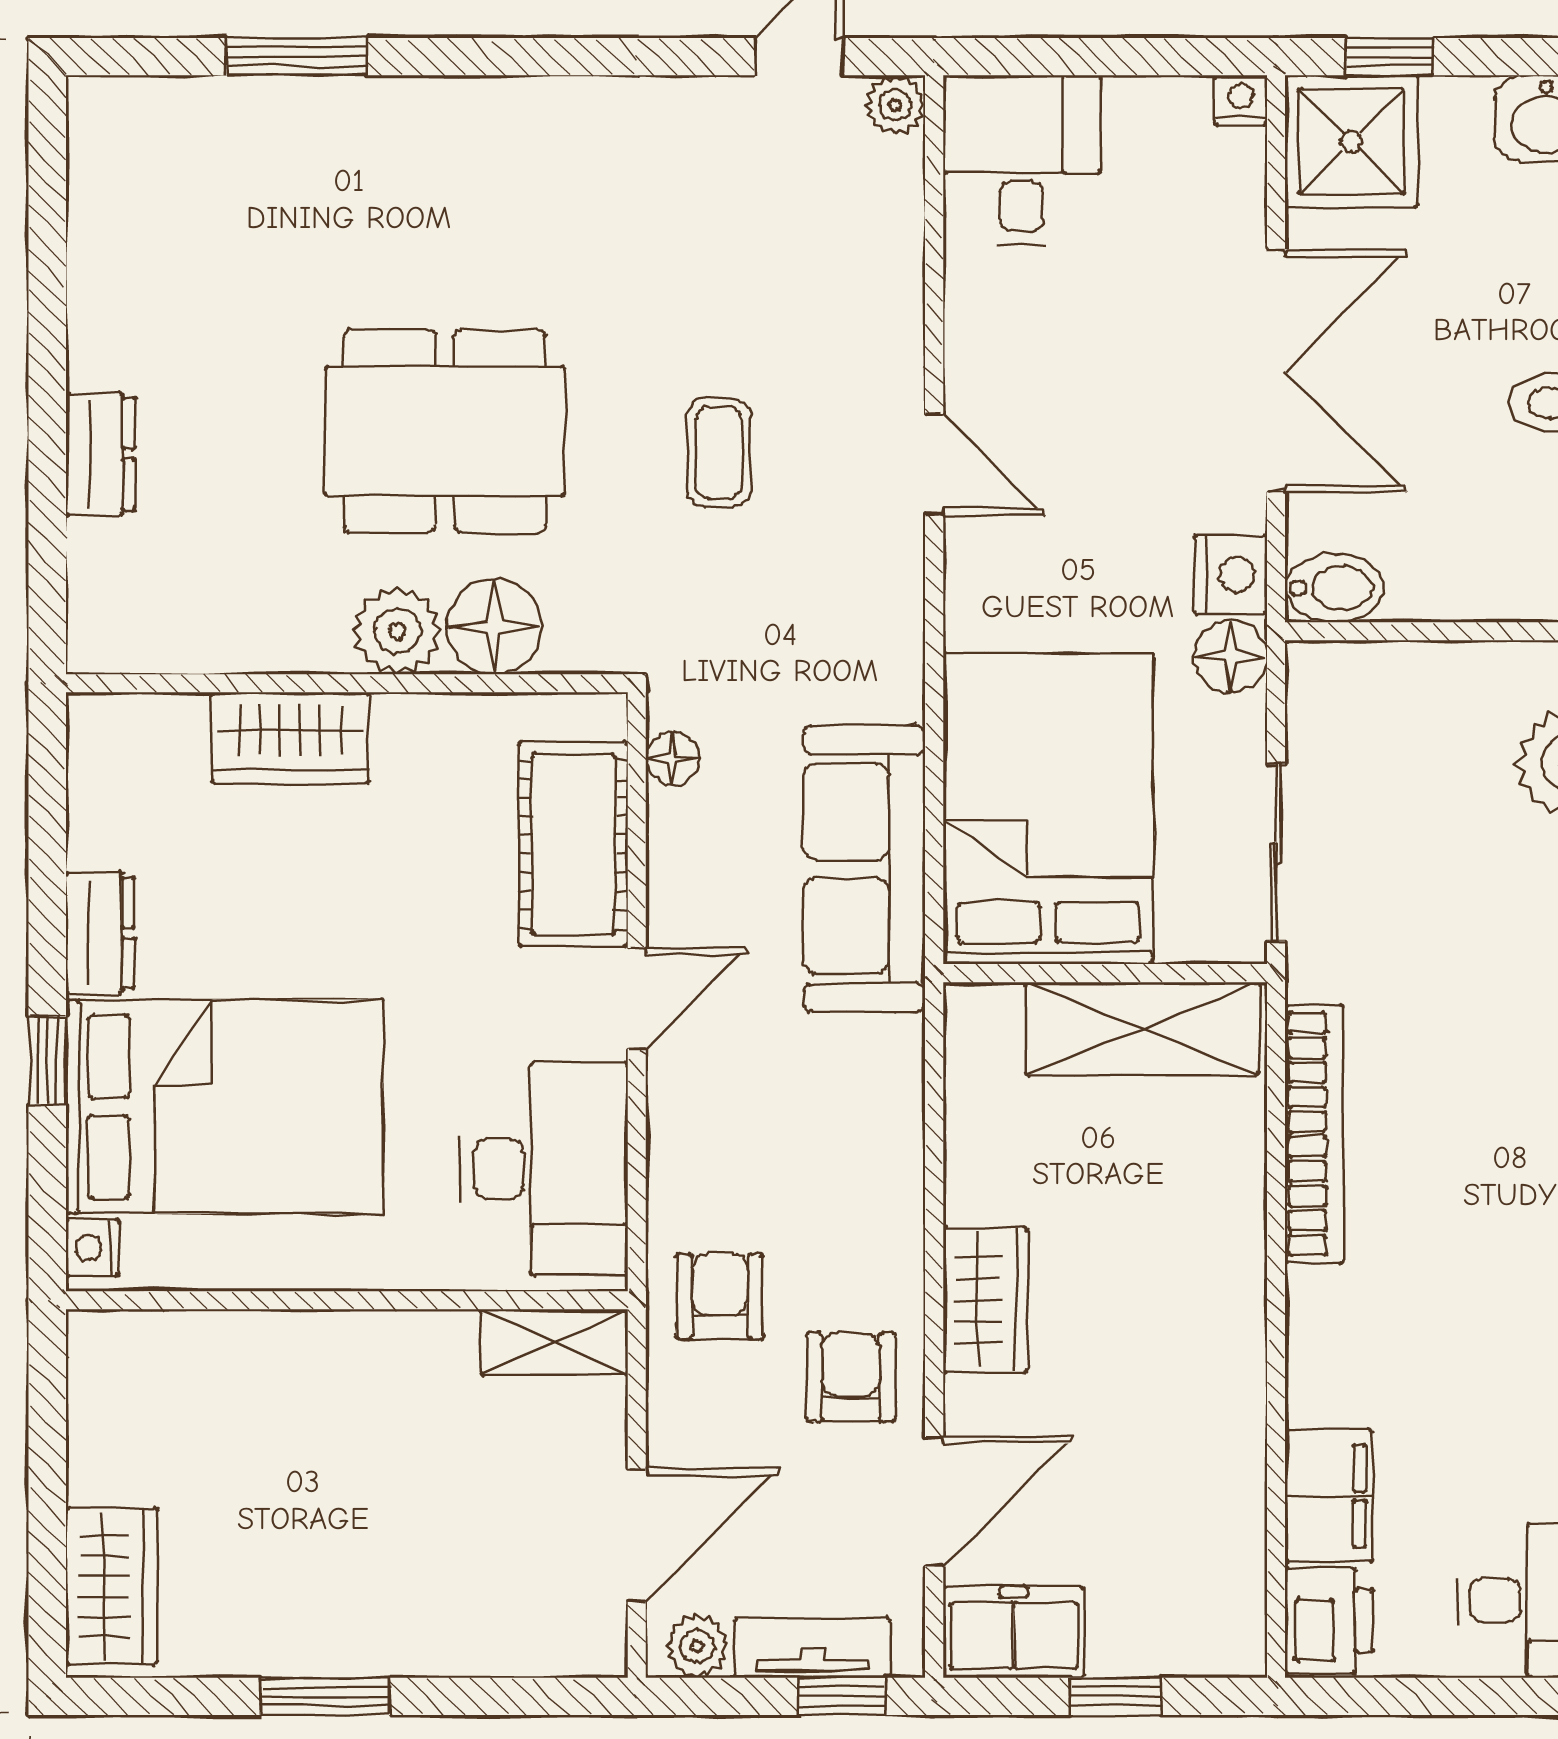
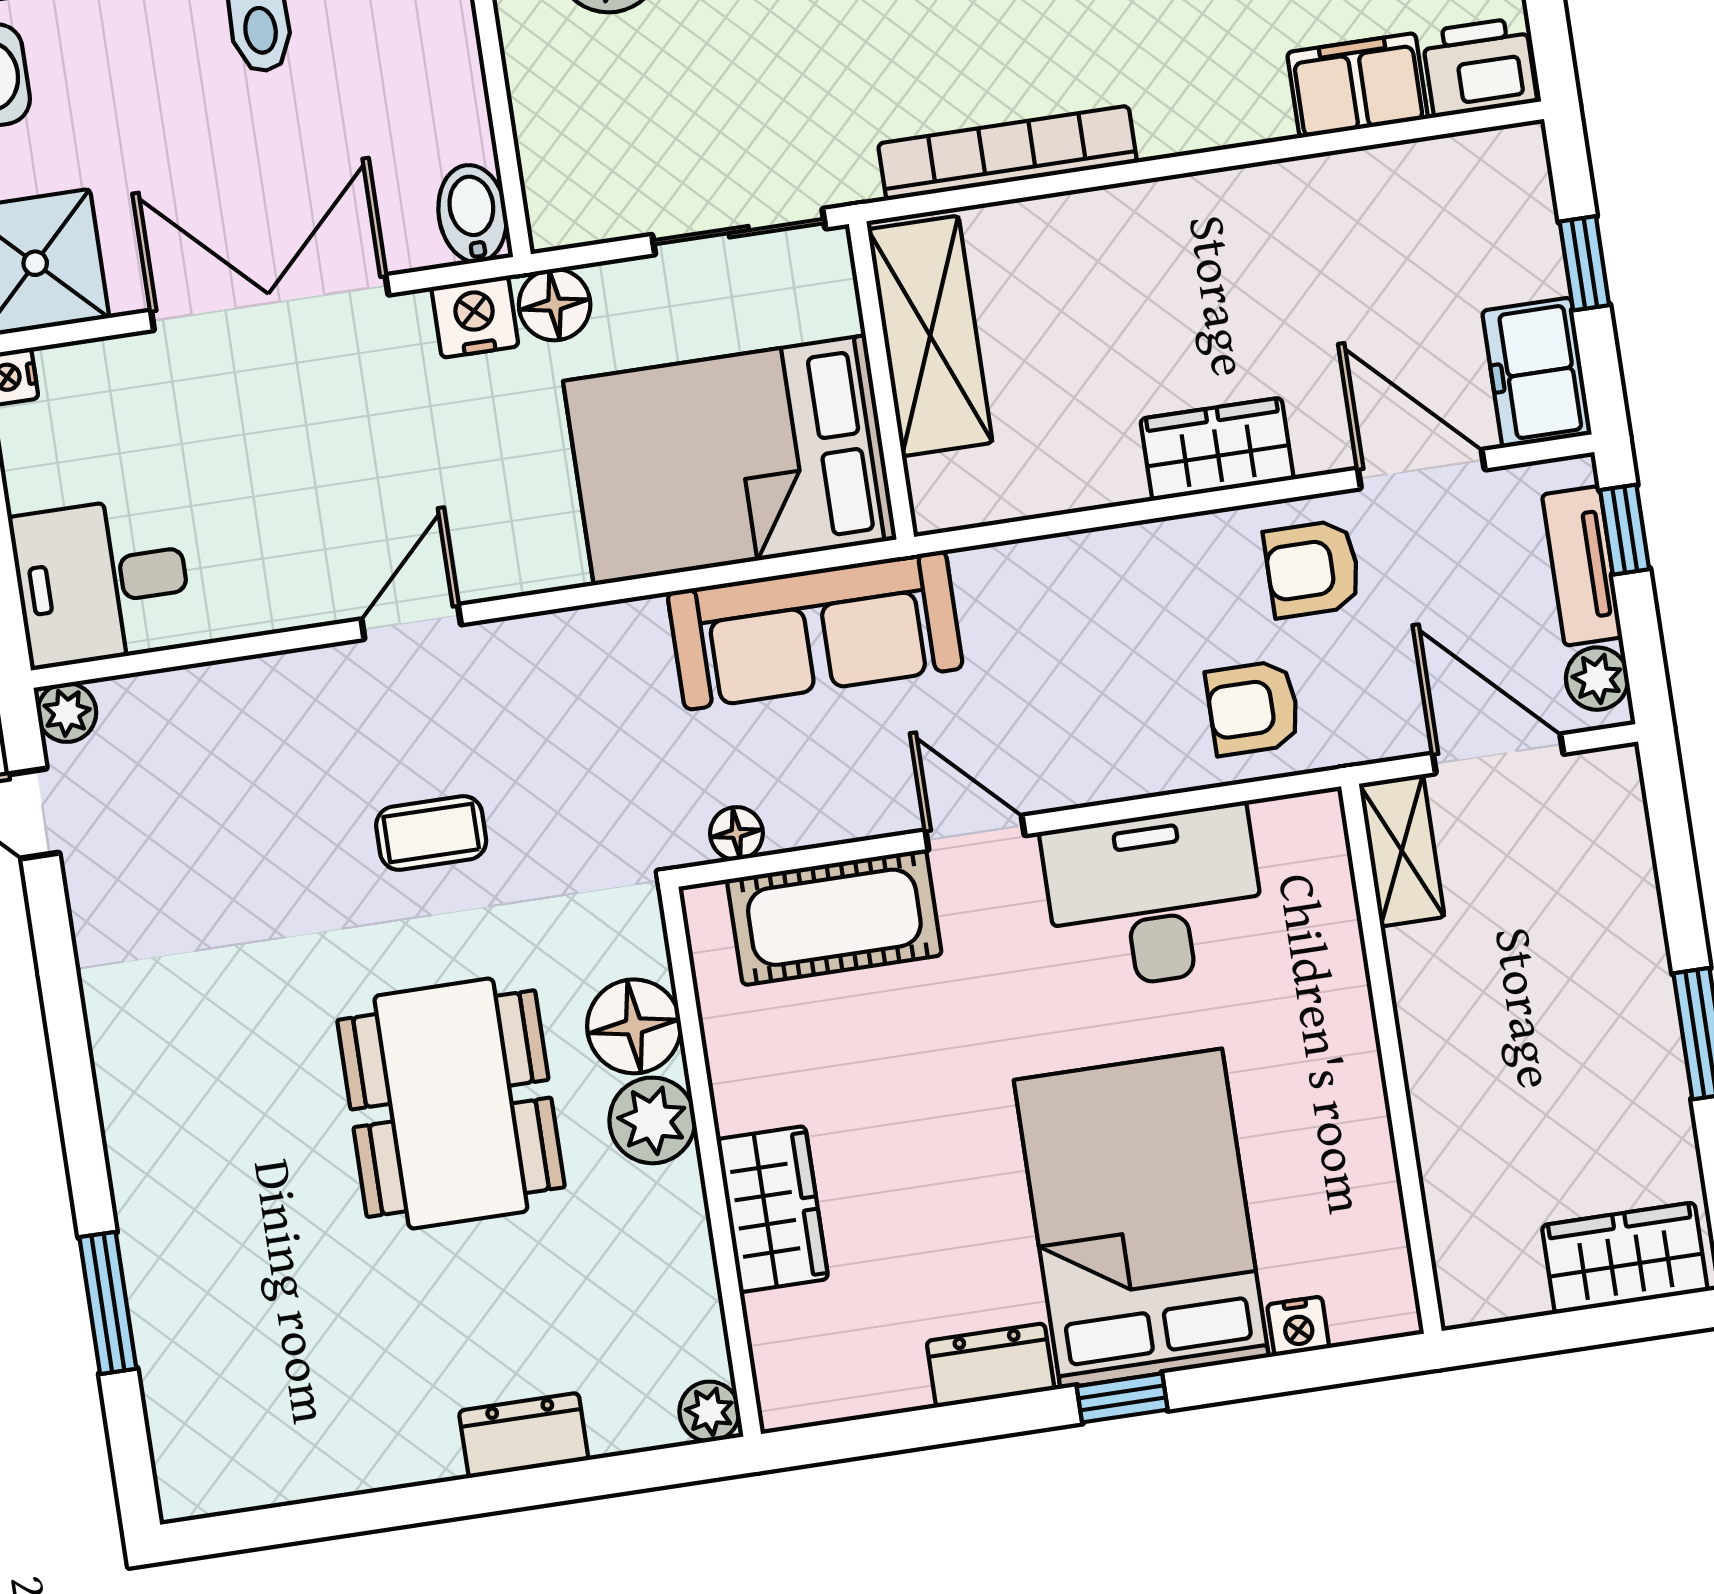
plant: (96, 644) -> (709, 1412), added
wall: (347, 1300) -> (1391, 1059), moved
shelving: (554, 1342) -> (1402, 850), moved

